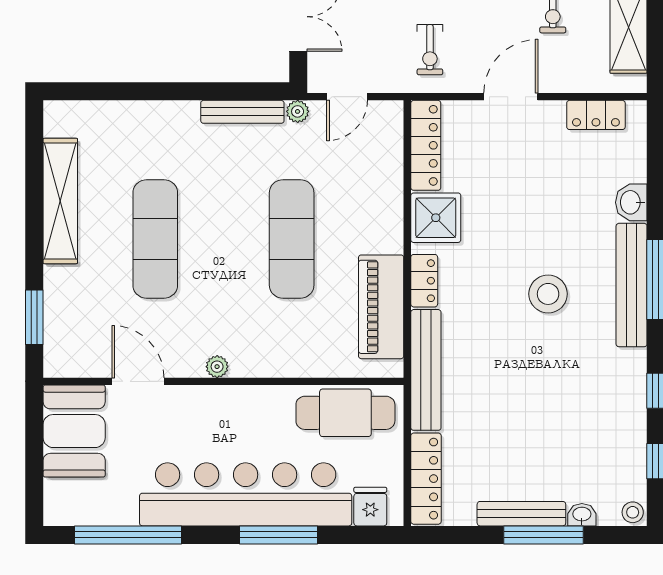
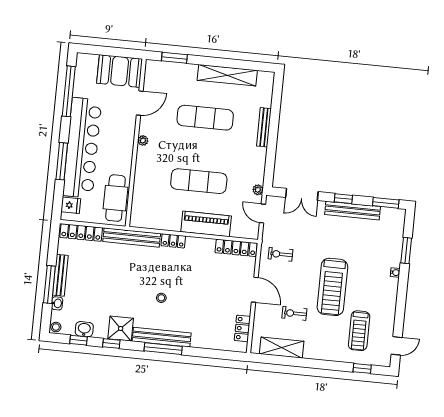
bench: (242, 112) -> (264, 127), moved
washbasin: (631, 202) -> (84, 329), moved
shower: (436, 218) -> (121, 329), moved
stool: (548, 294) -> (161, 298), width x0.53, depth x0.53
piano: (381, 307) -> (206, 224), moved

